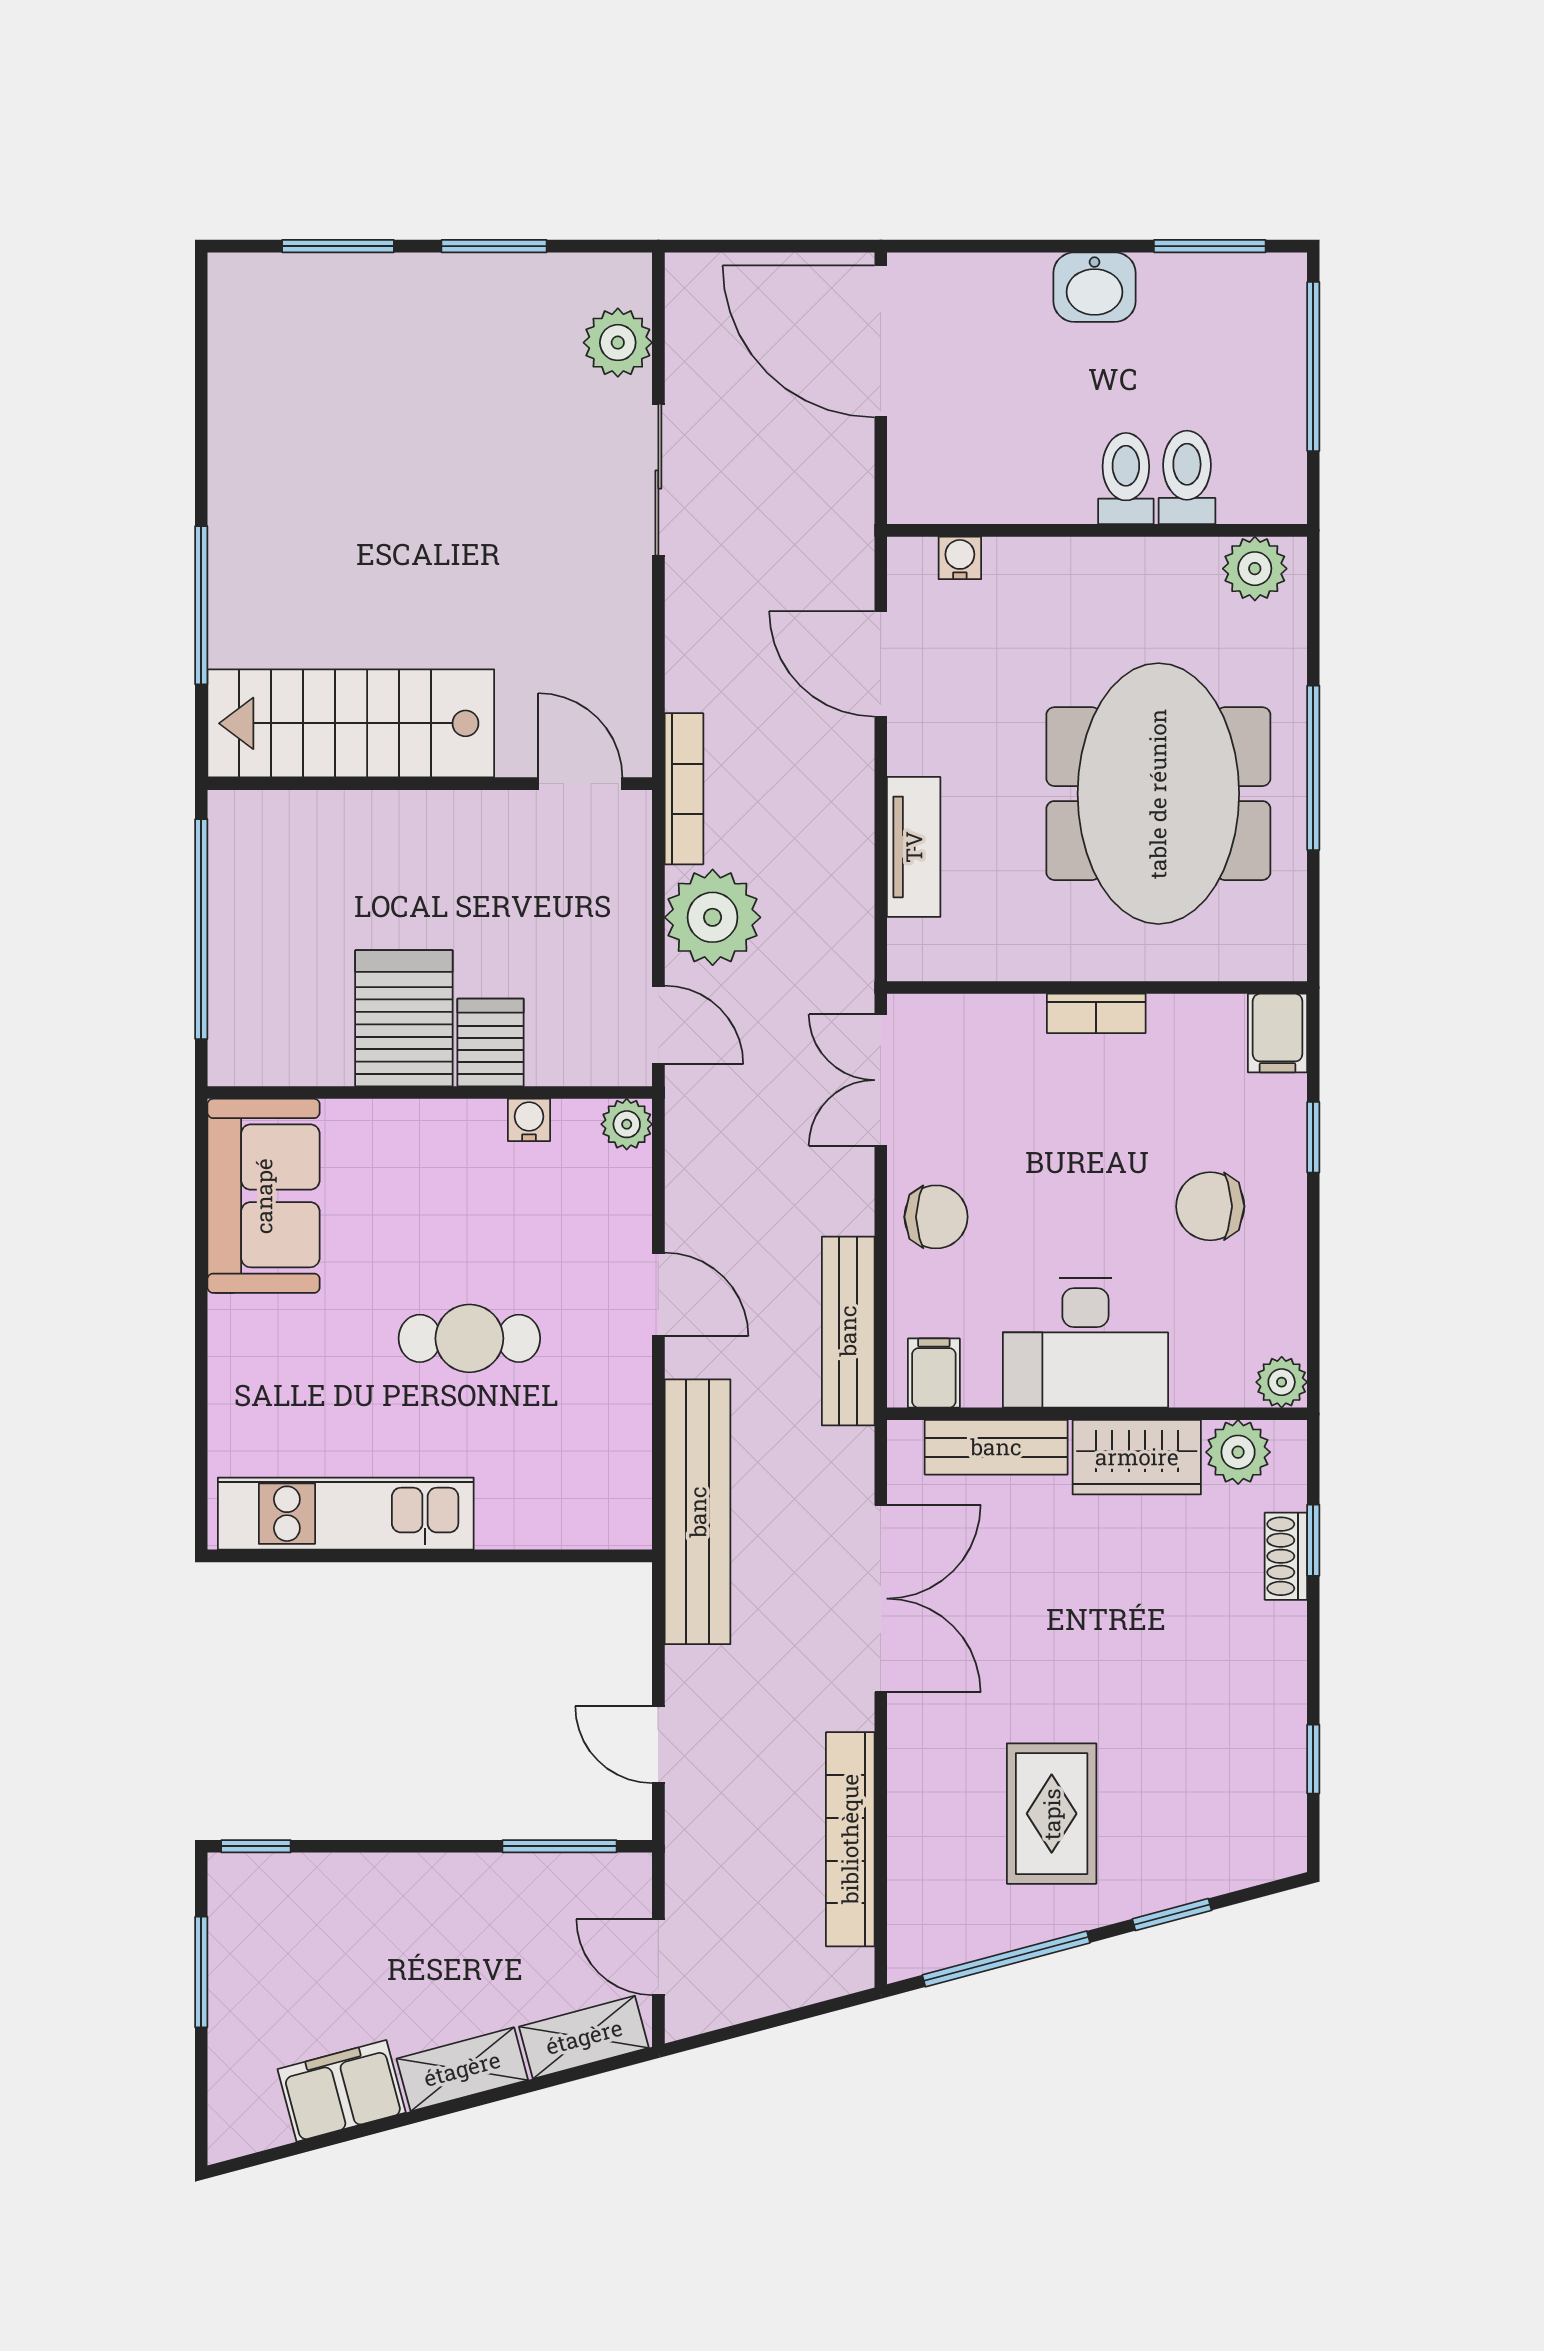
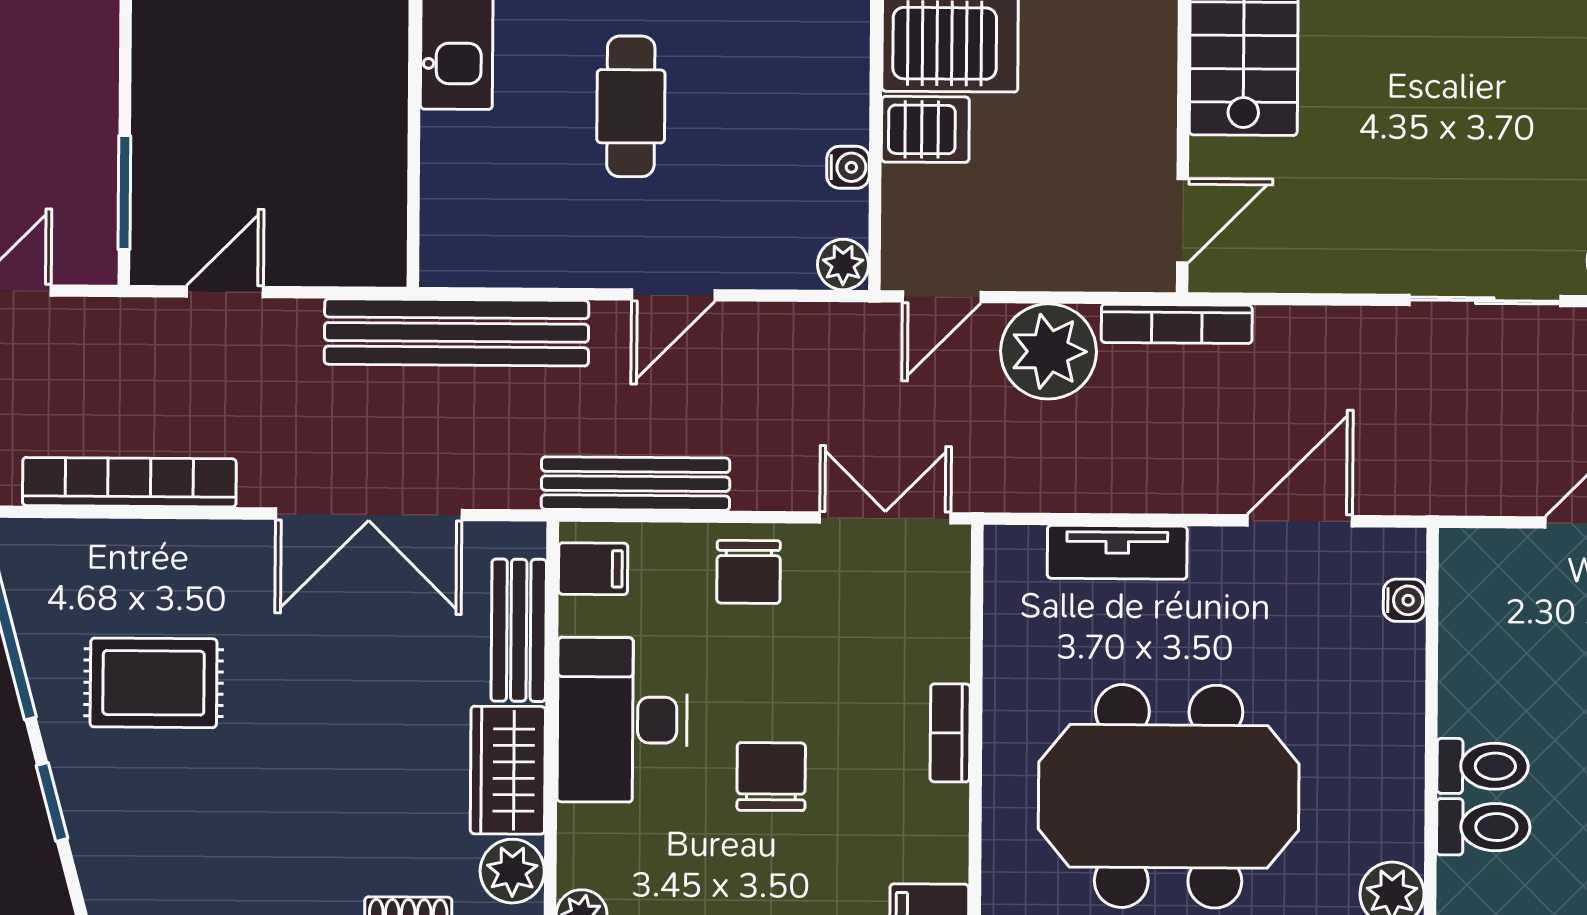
chair: (1210, 1206) -> (771, 777), moved

